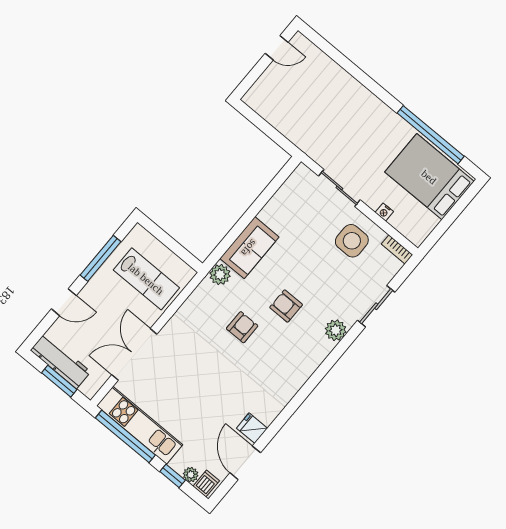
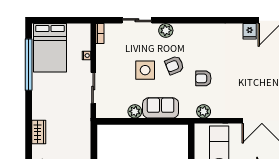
wardrobe: (341, 80) -> (39, 132), added
plant: (271, 214) -> (135, 111), added
side table: (352, 241) -> (145, 70), moved
plant: (220, 275) -> (204, 111), moved
armchair: (286, 306) -> (174, 65), turned 68

